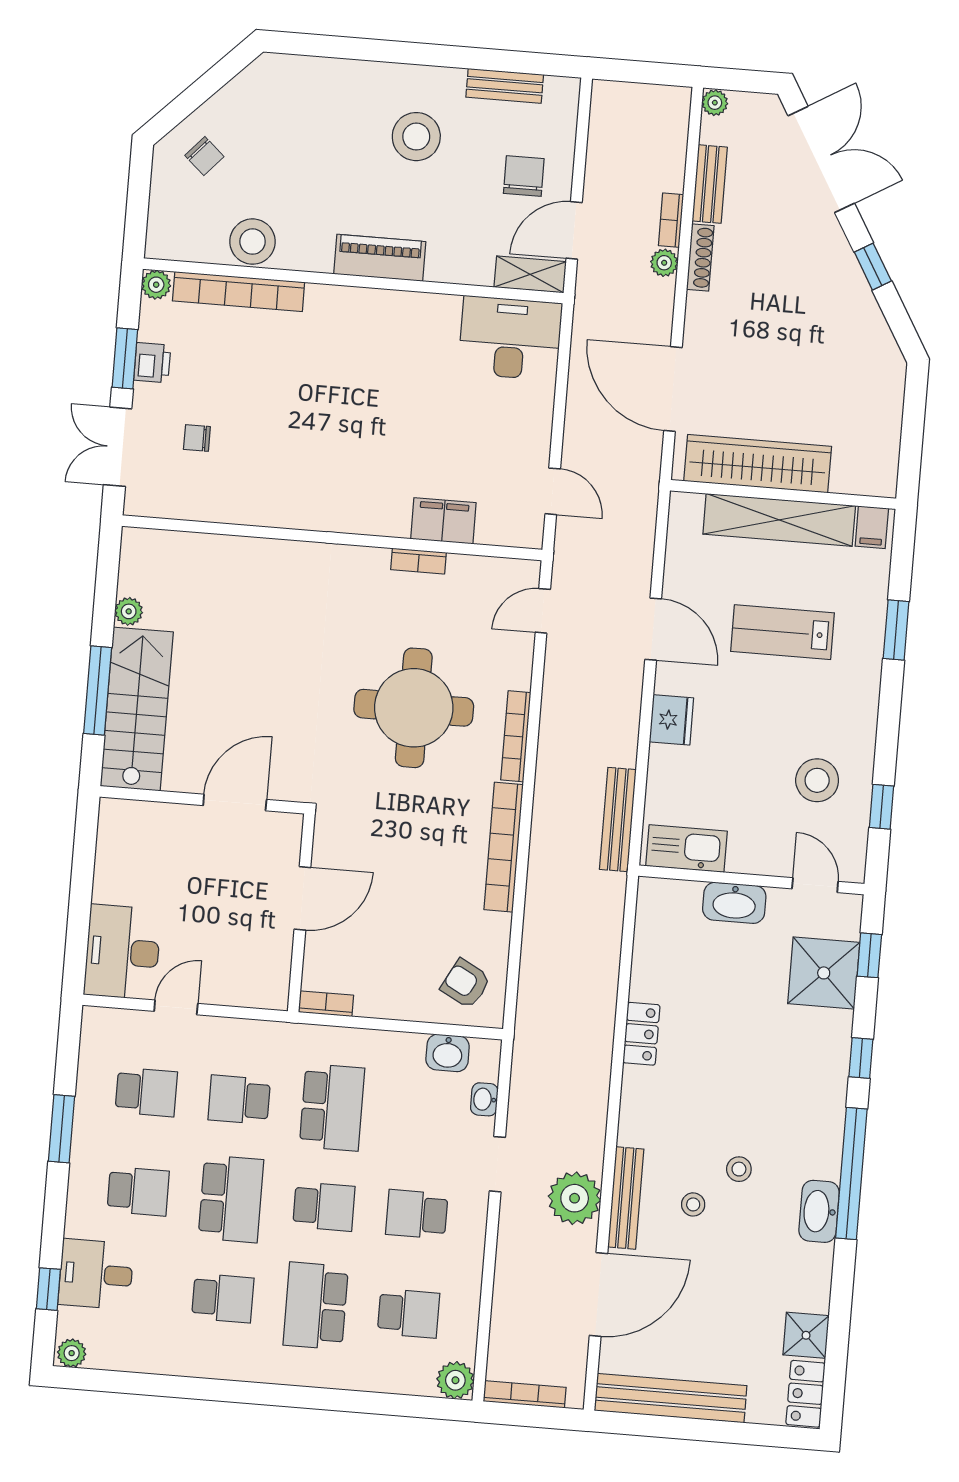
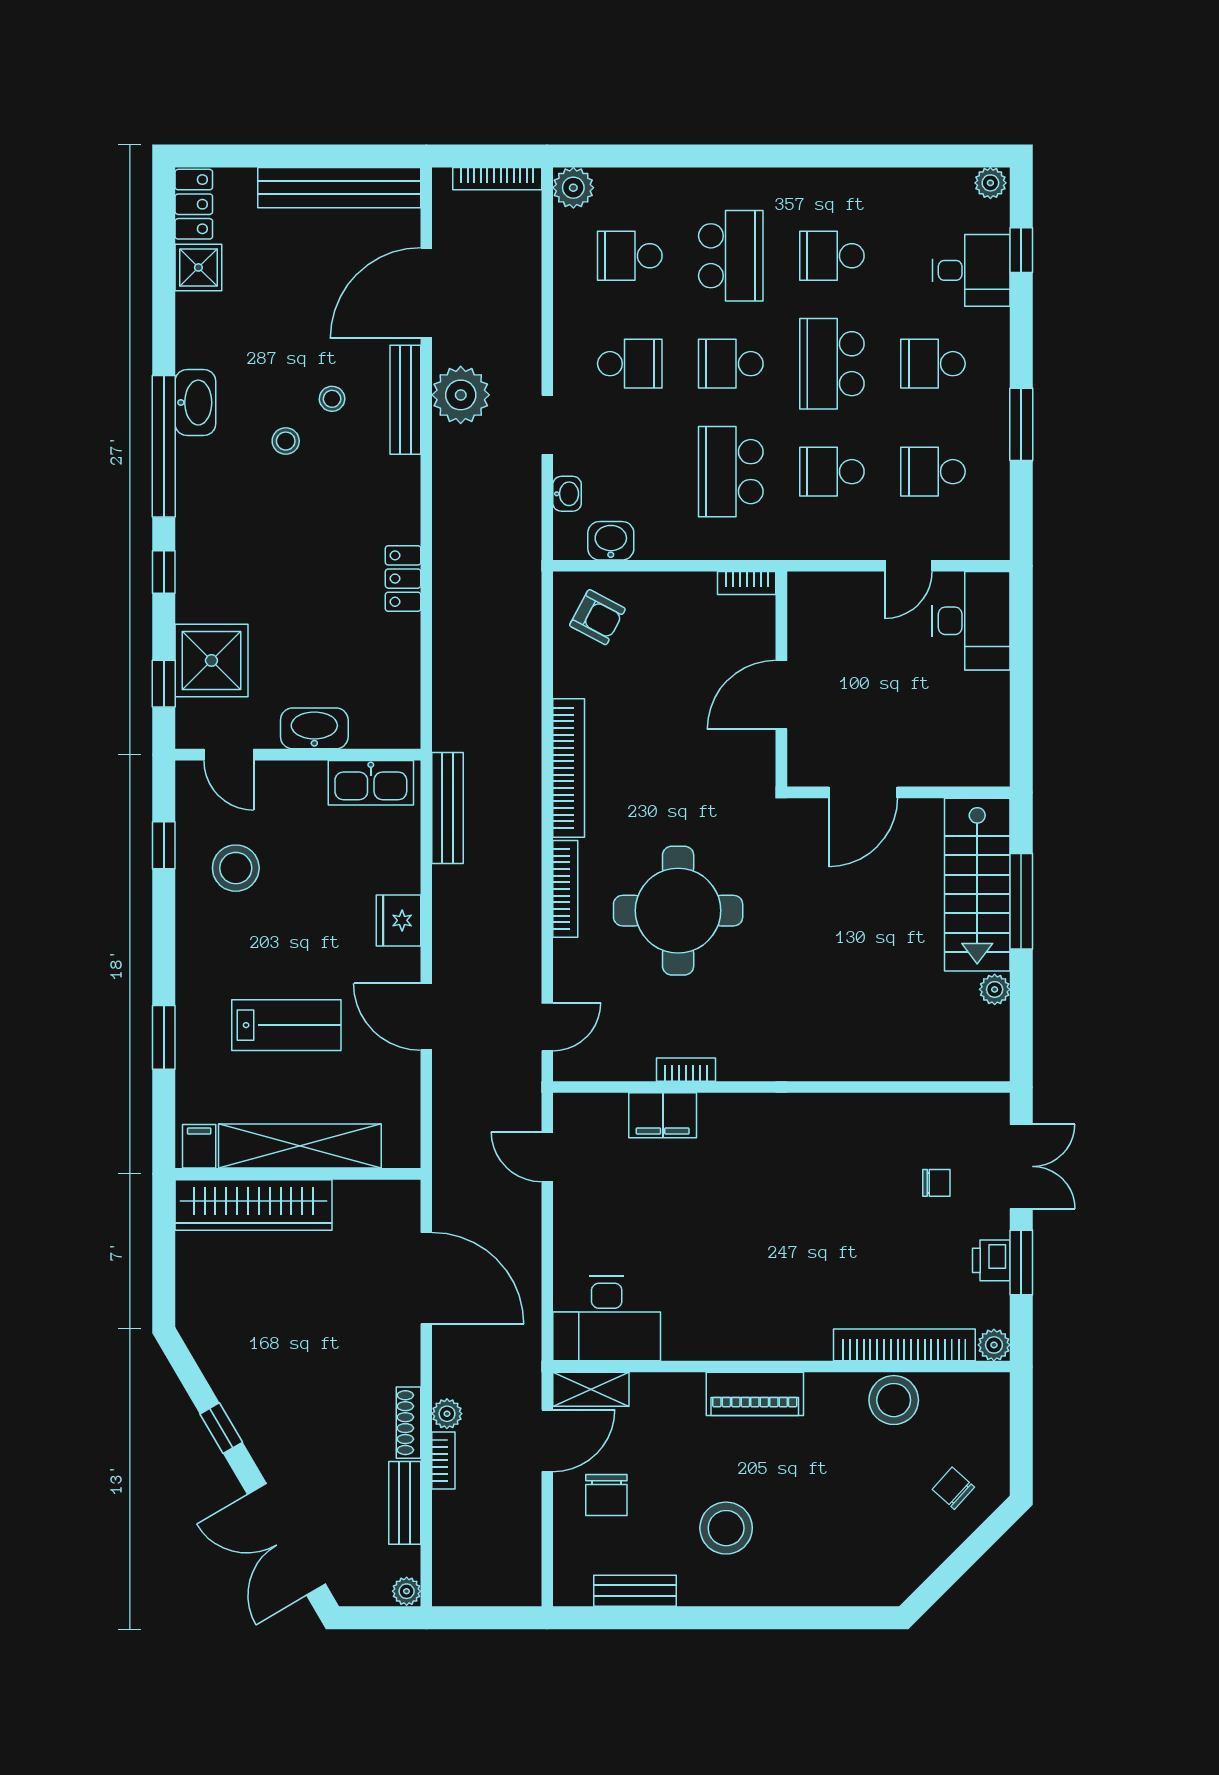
wardrobe: (758, 464) -> (253, 1205), moved
school desk: (239, 1100) -> (832, 472), turned 180

